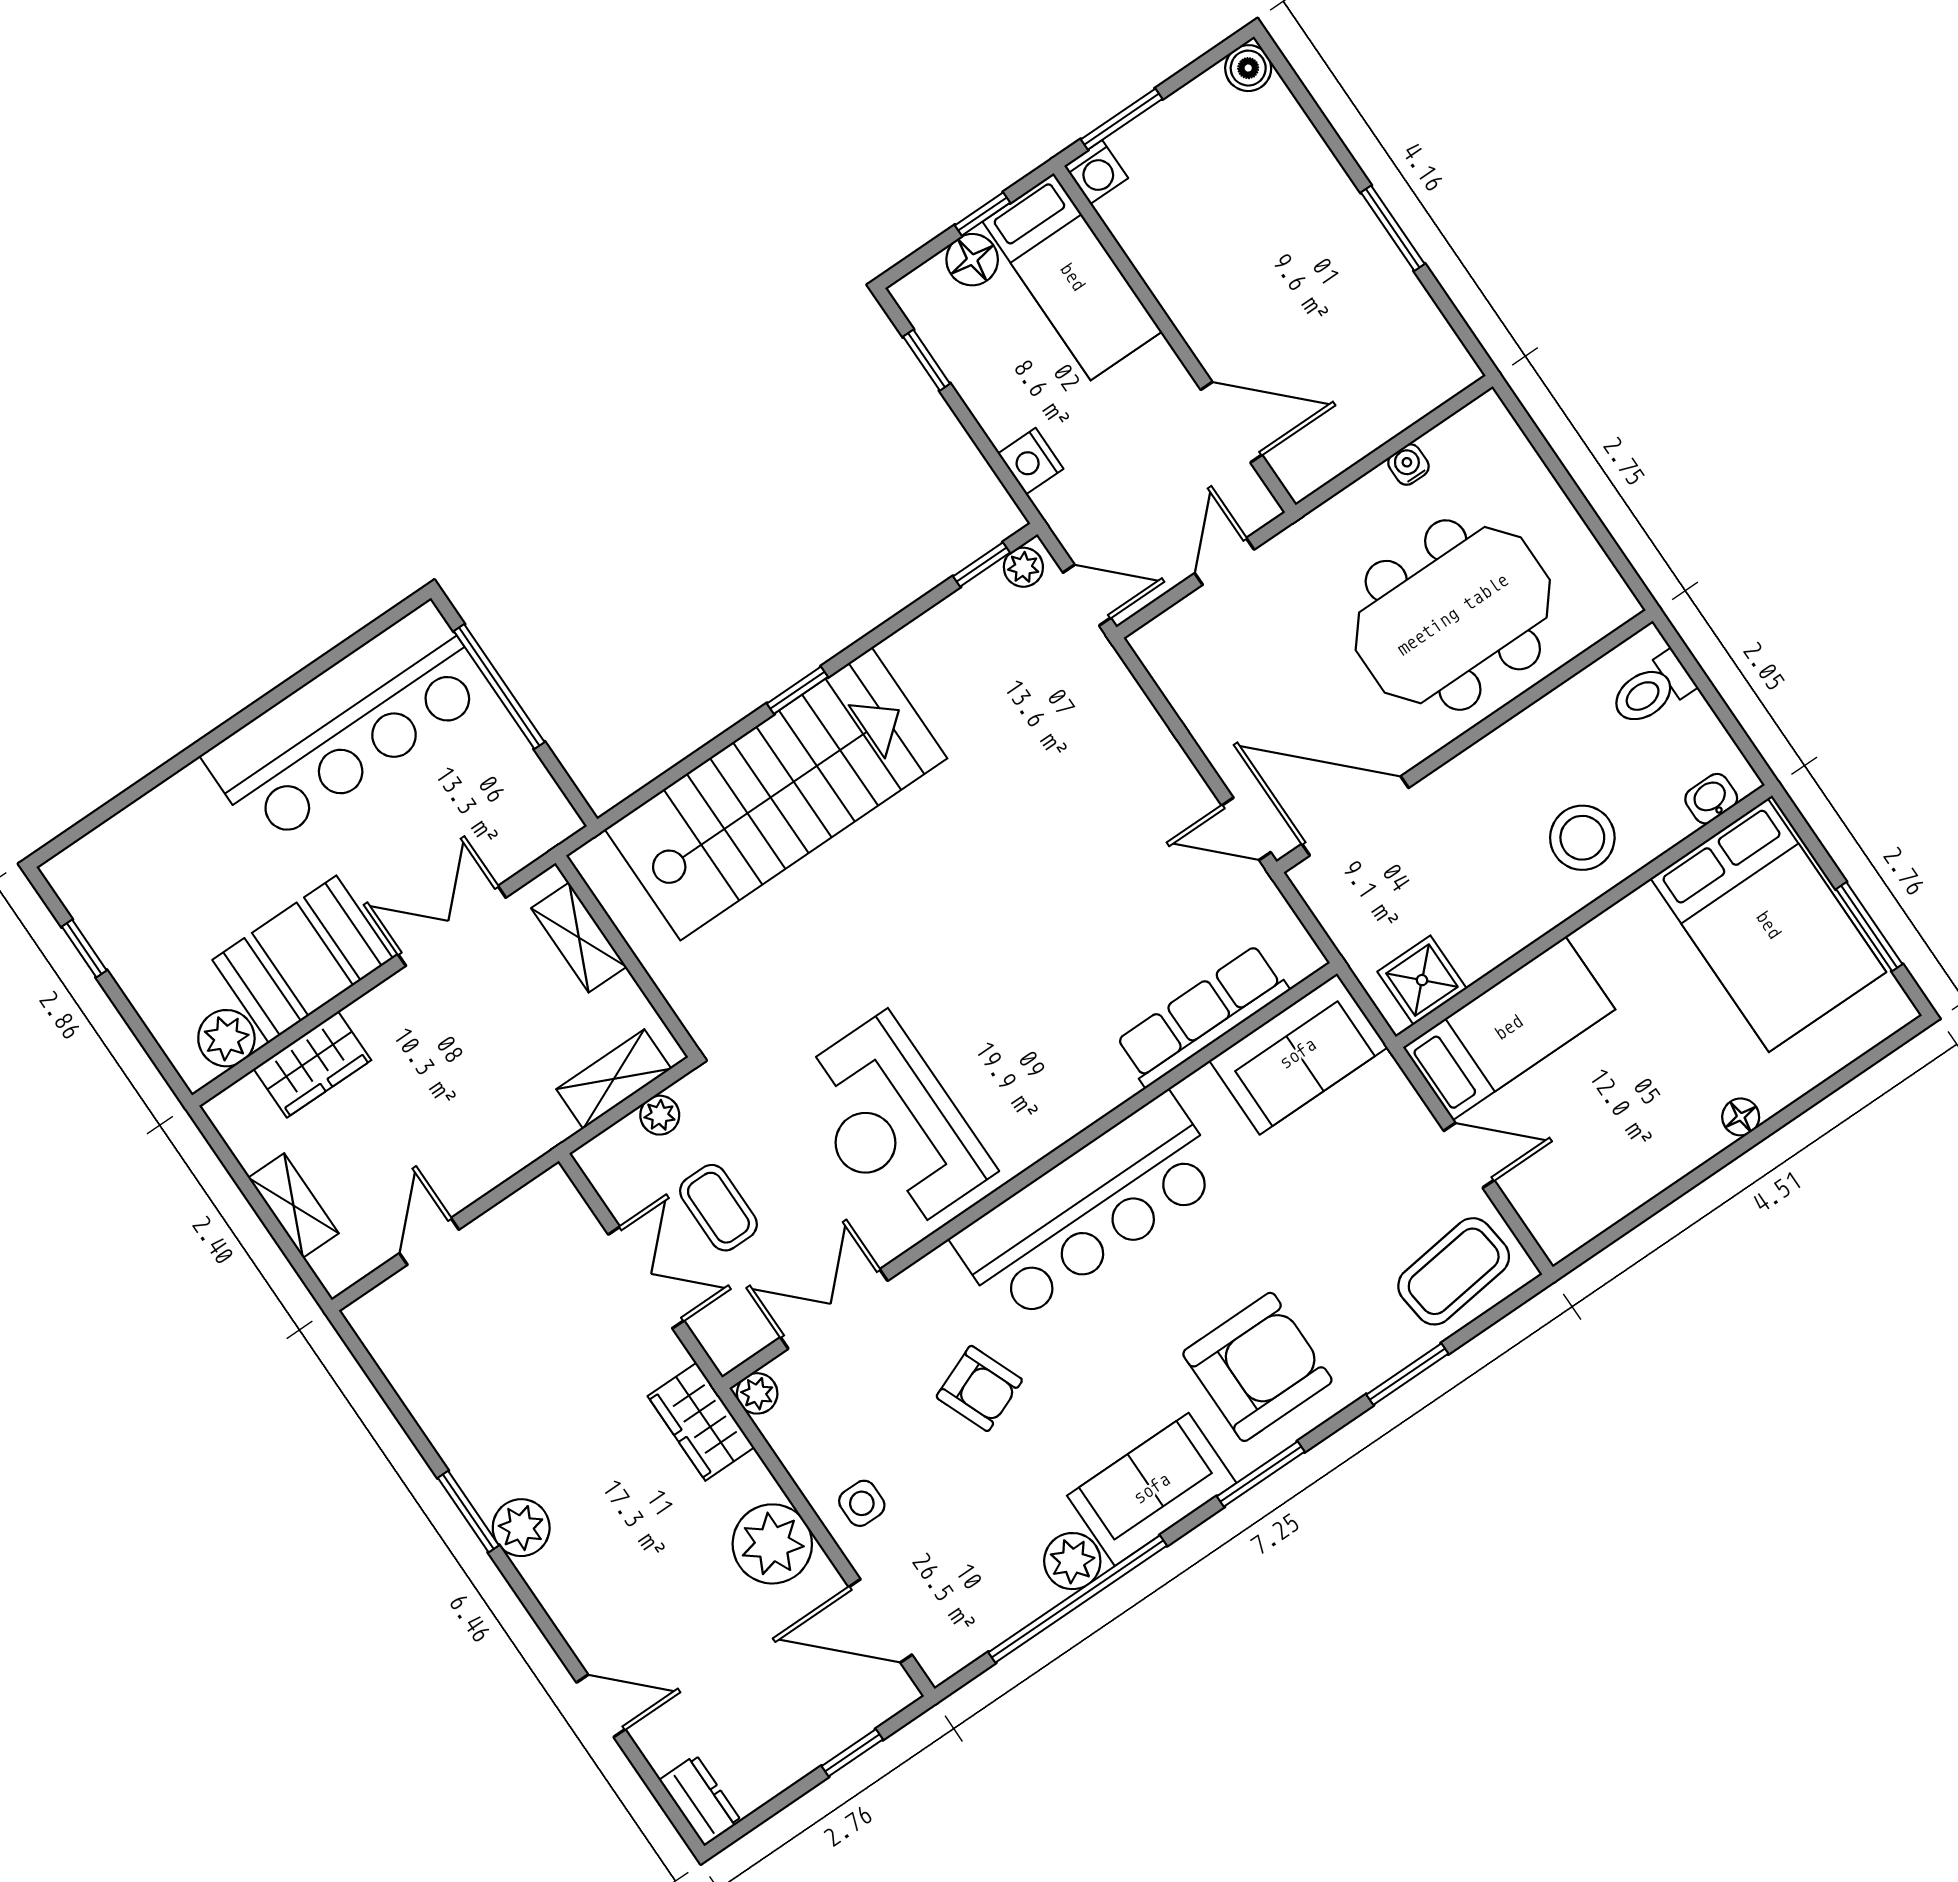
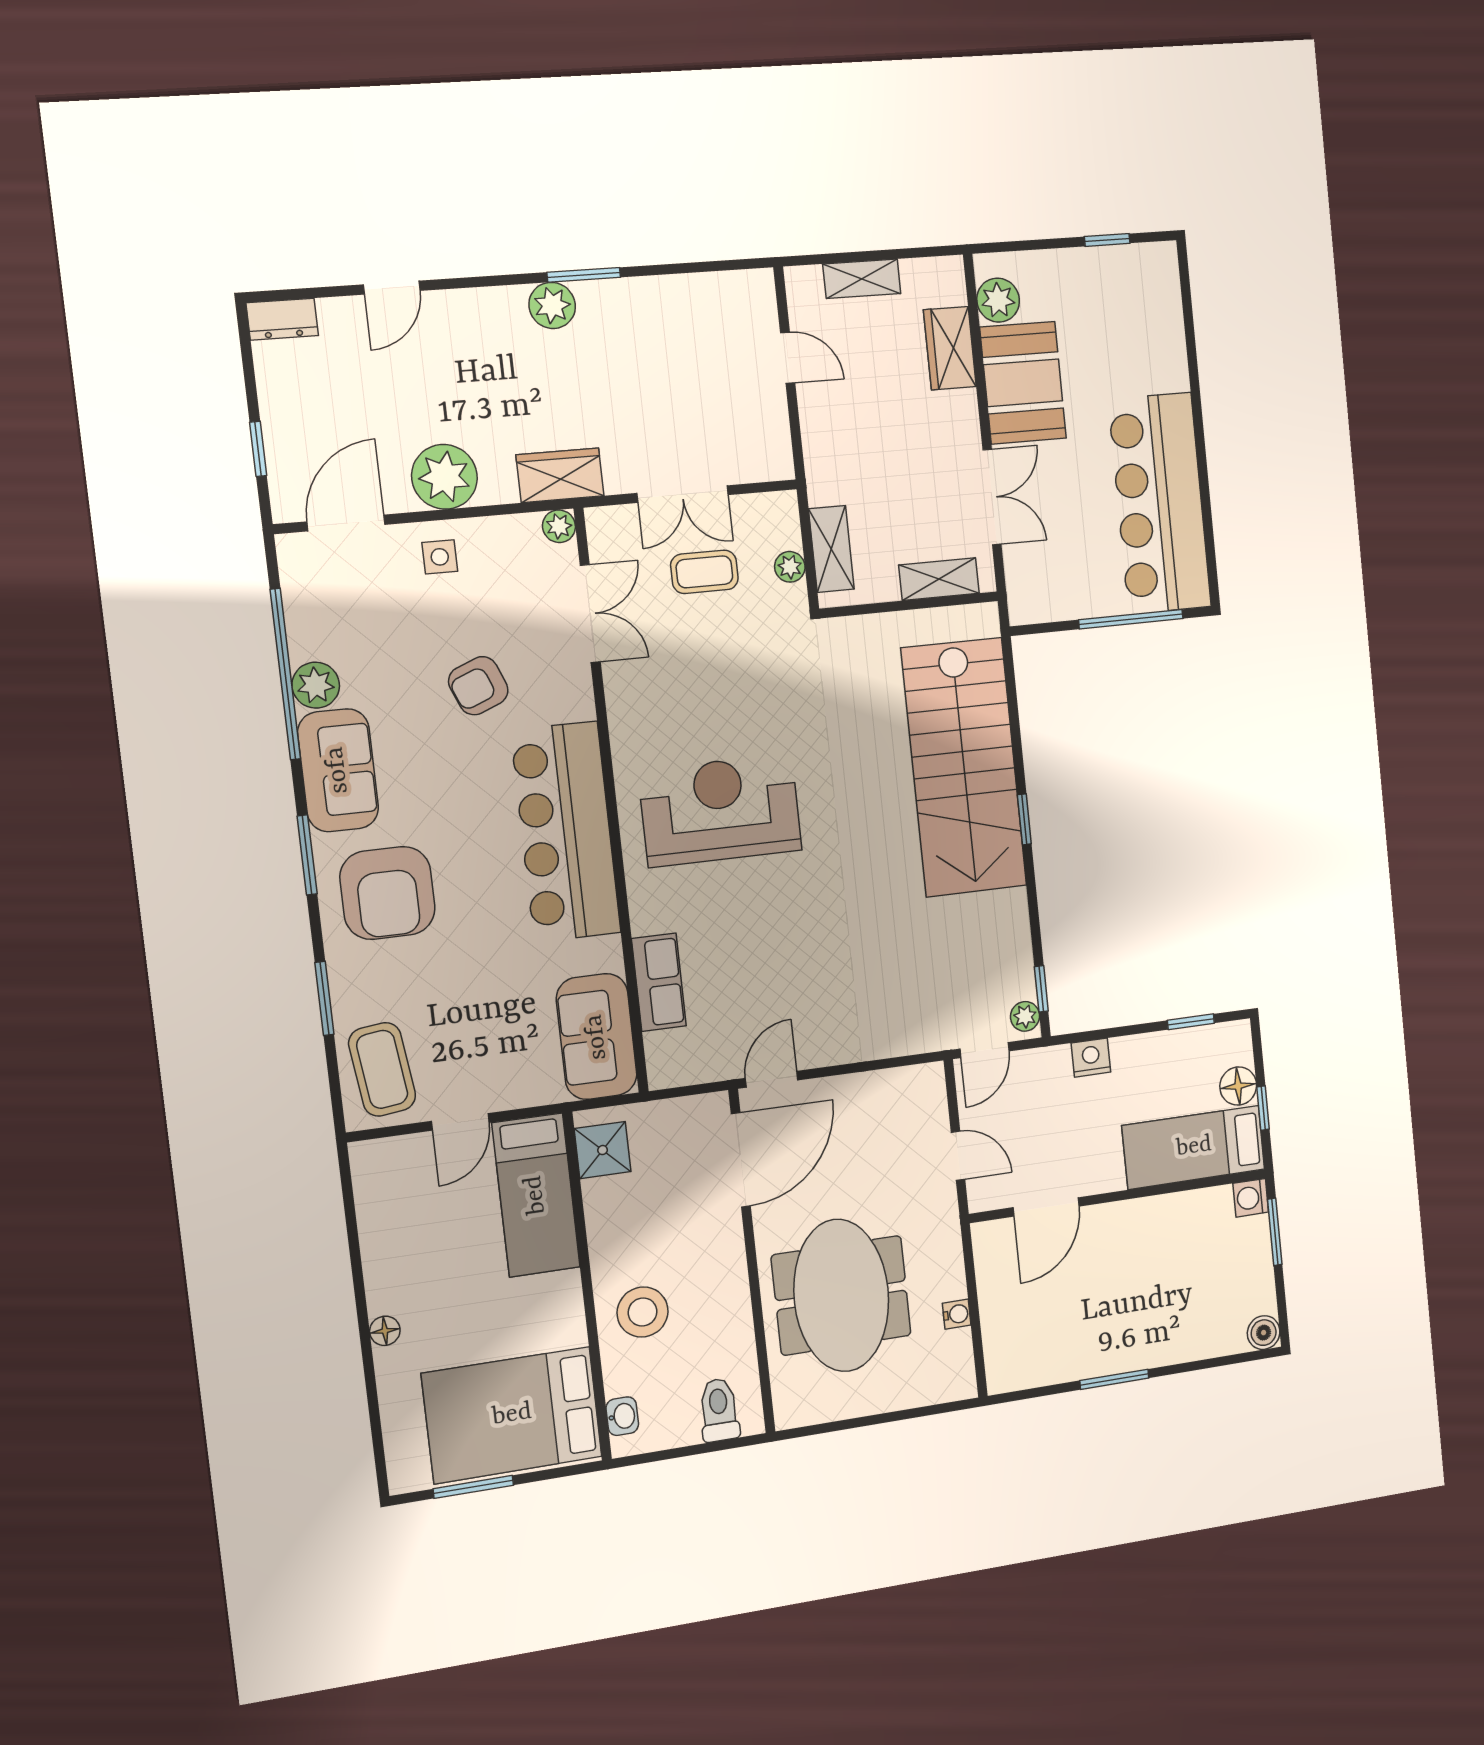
row of seats: (1202, 1016) -> (659, 982), width x0.68
reception desk: (892, 1124) -> (720, 810), moved

